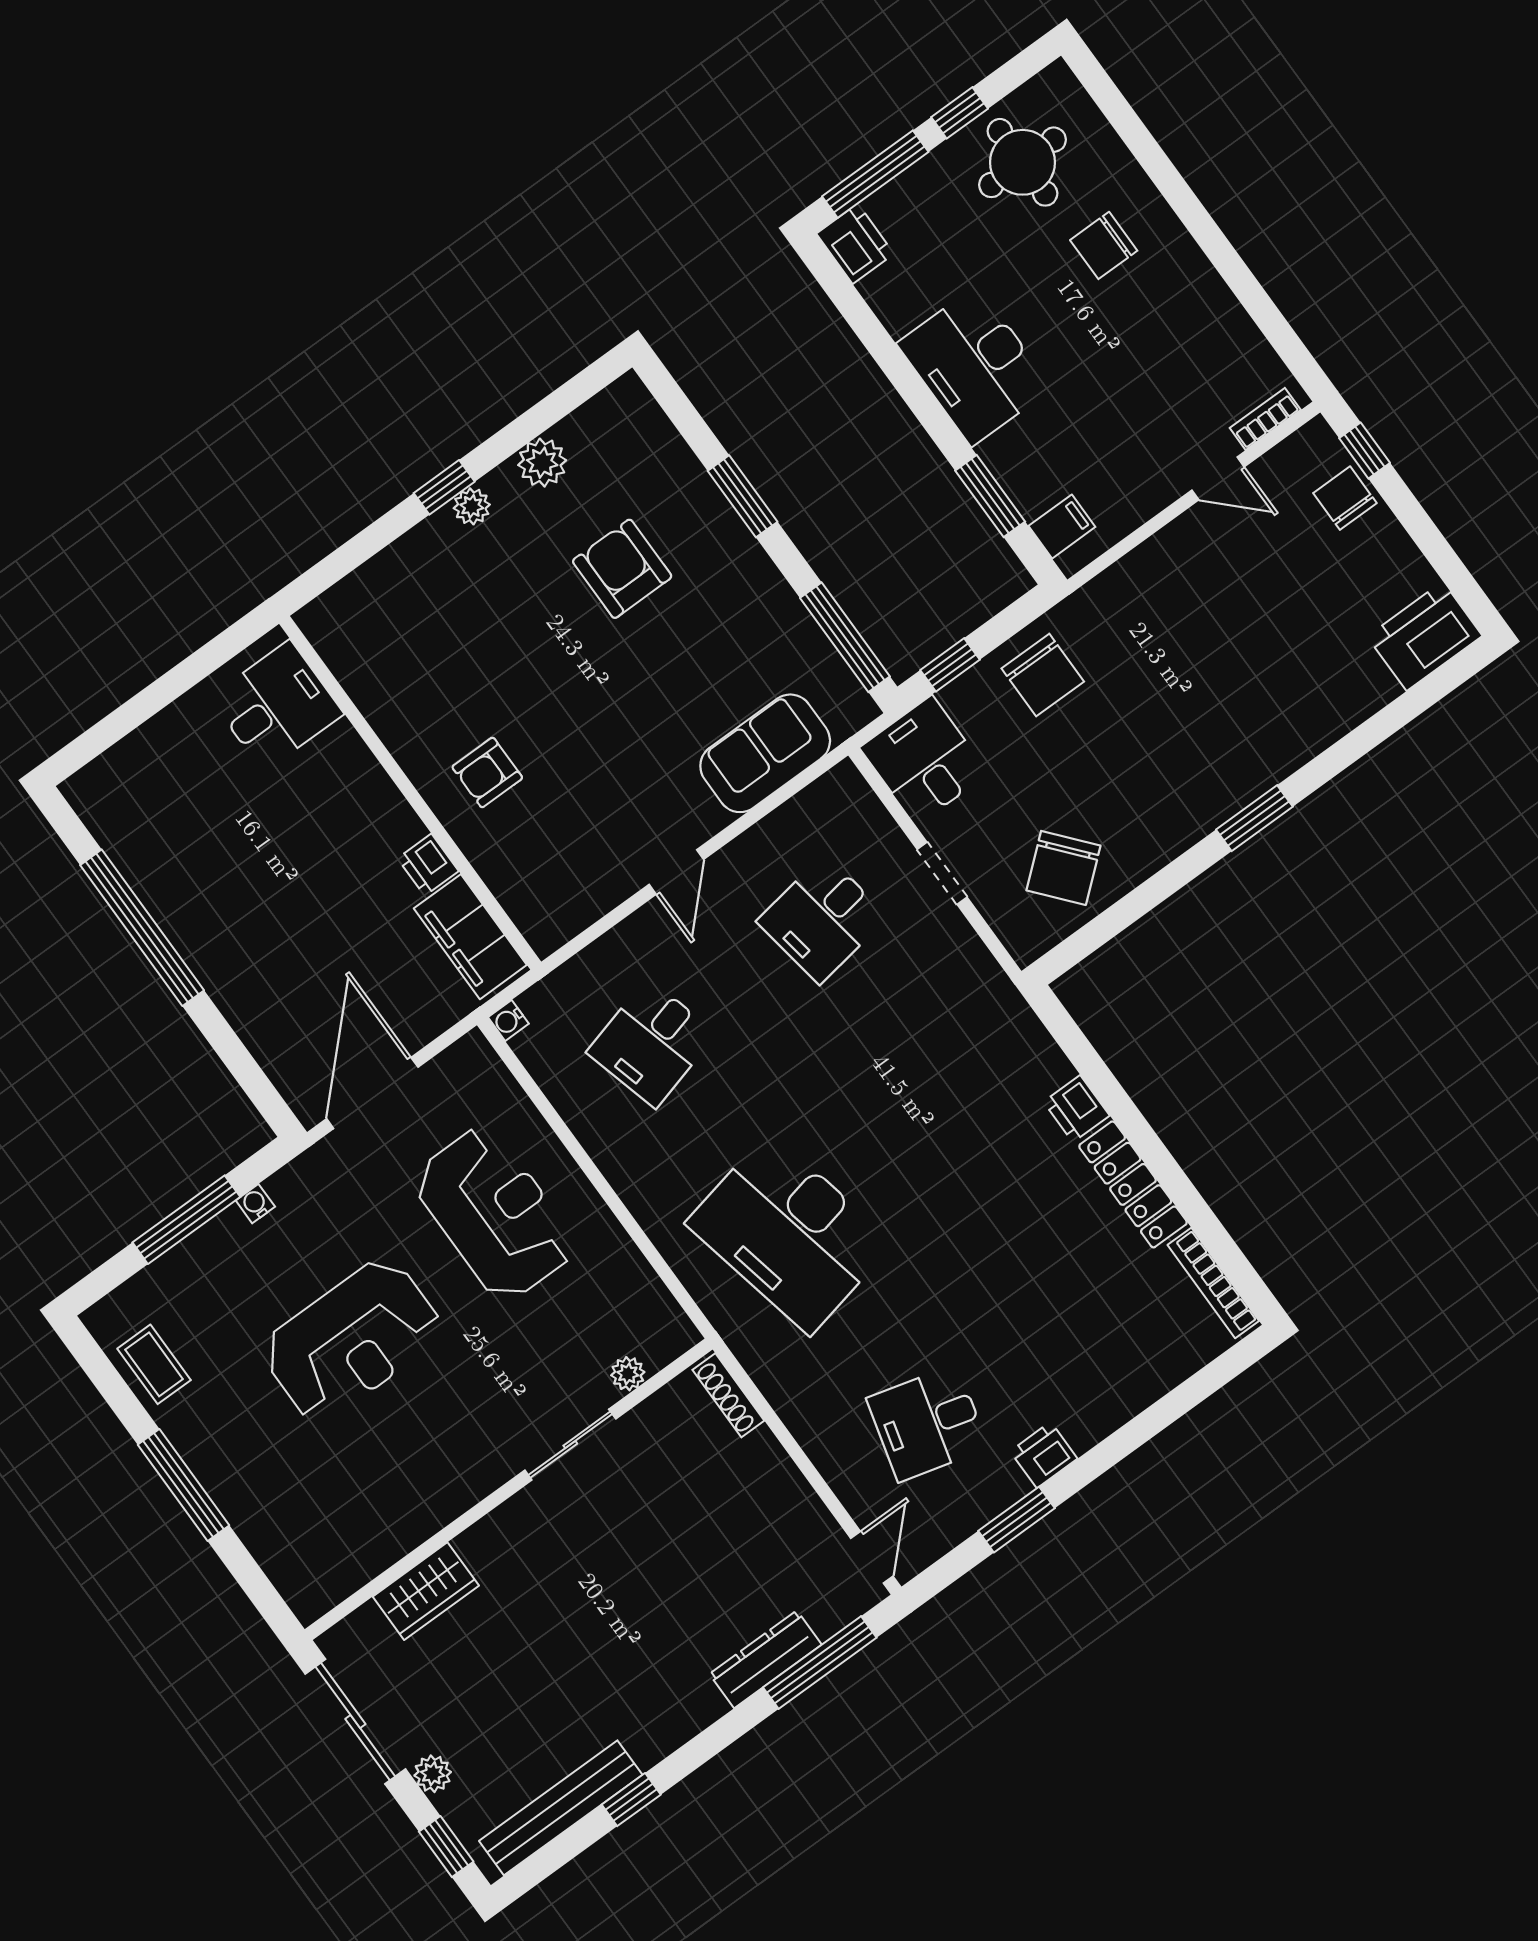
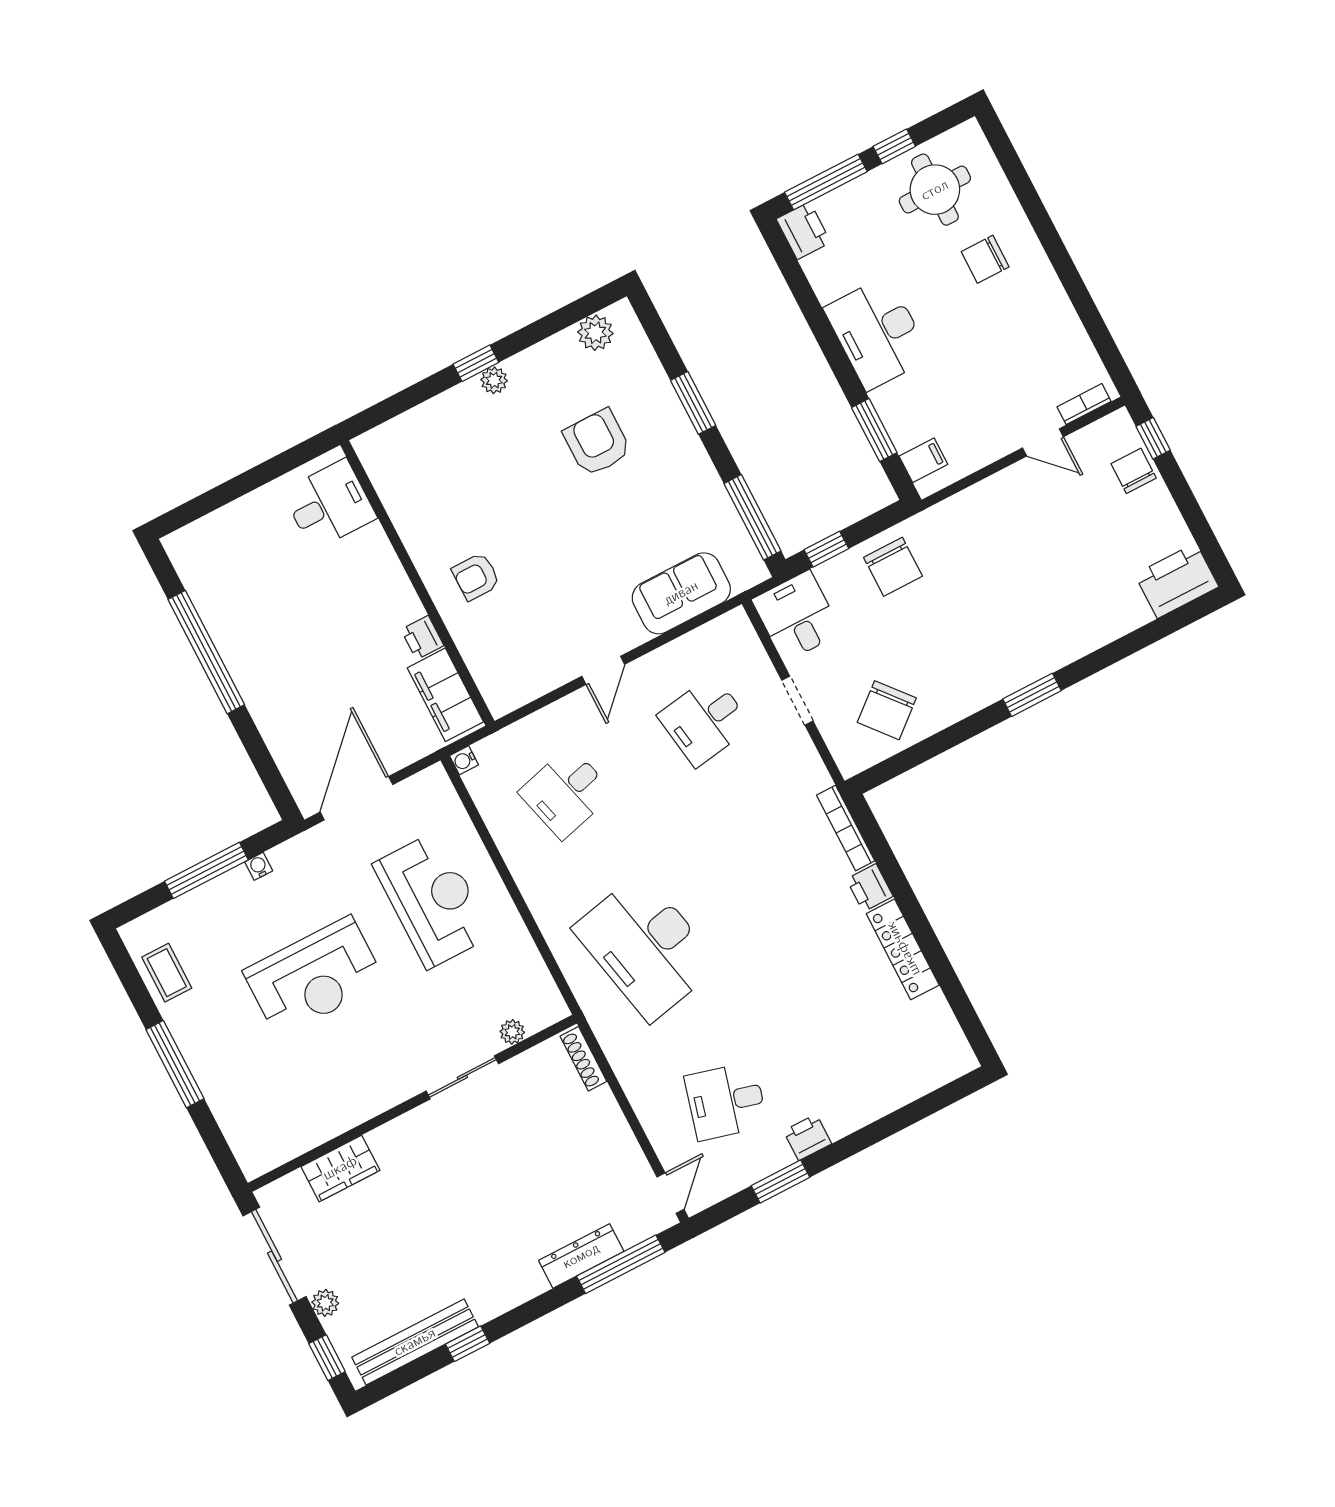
plant: (542, 463) -> (595, 333), moved
bookcase: (1213, 1283) -> (846, 828), moved

